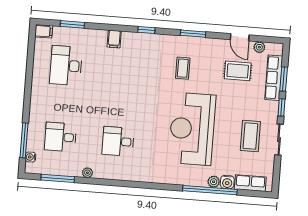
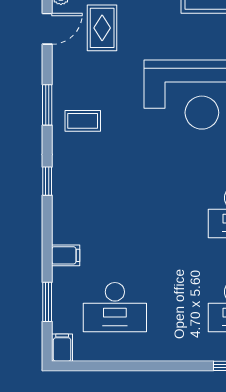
filing cabinet: (114, 39) -> (66, 255), moved
coffee table: (183, 68) -> (83, 121), moved

